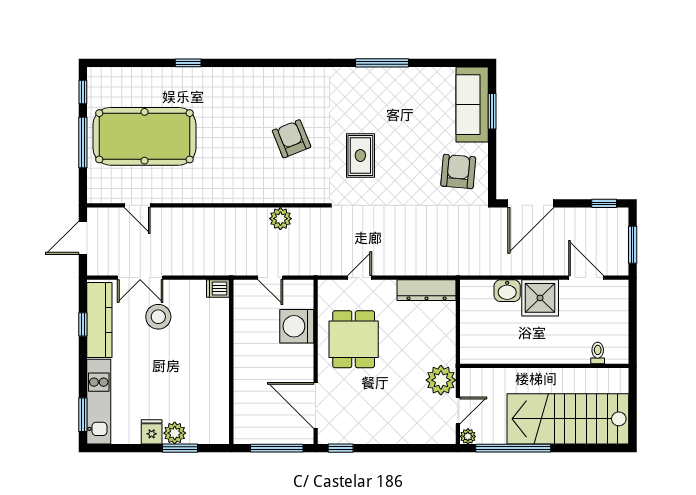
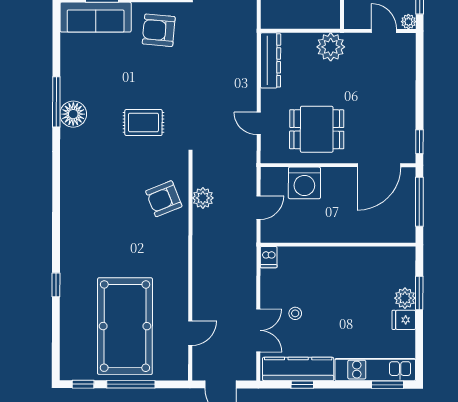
floor lamp: (369, 81) -> (73, 114), added
armchair: (292, 139) -> (164, 199), moved
stool: (158, 317) -> (295, 313), width x0.53, depth x0.53
plant: (441, 380) -> (331, 47), moved

